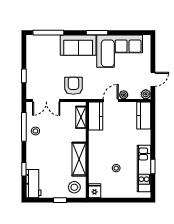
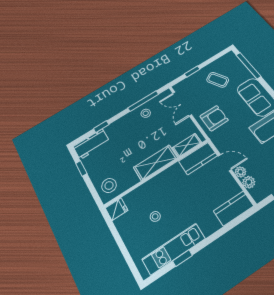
coffee table: (44, 62) -> (218, 80), added
plant: (146, 94) -> (249, 182), moved
shelving: (79, 159) -> (155, 163), moved
window: (60, 200) -> (81, 168), moved

